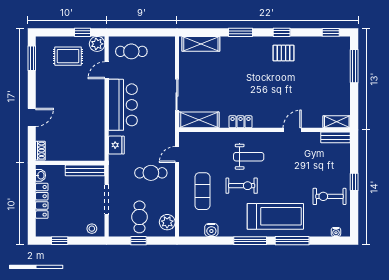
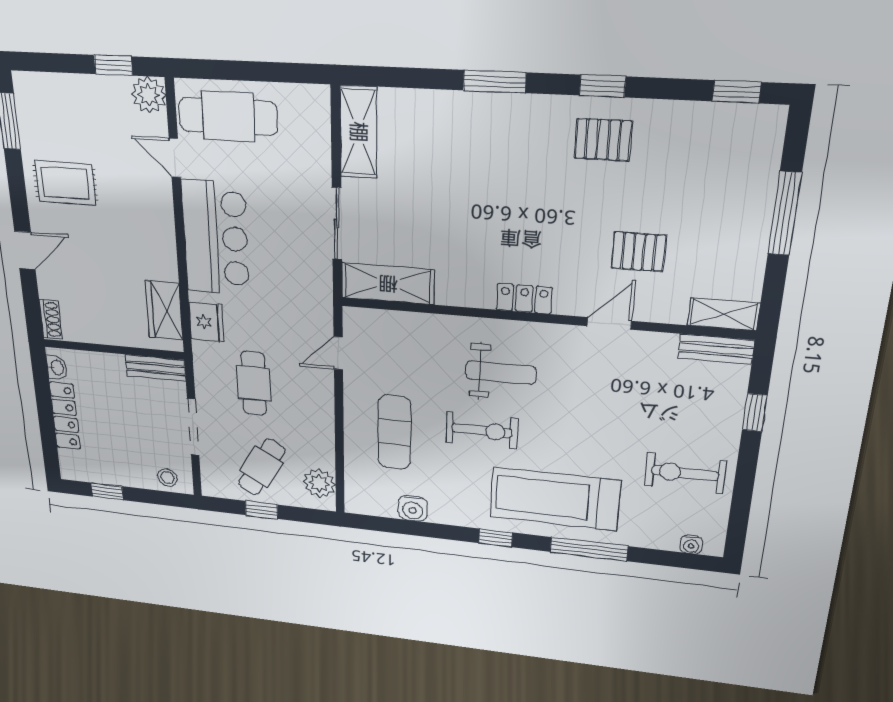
shelving: (201, 44) -> (359, 132), moved, turned 90
cafe table: (131, 51) -> (228, 117), width x1.37, depth x1.35
rug: (68, 56) -> (65, 183), moved
window: (354, 66) -> (785, 214), moved
door: (107, 70) -> (175, 158), hinge flipped
pallet: (301, 98) -> (639, 252), added
locker: (241, 122) -> (524, 299), moved
wardrobe: (97, 141) -> (164, 310), added
bench: (85, 170) -> (156, 368), width x0.73
cafe table: (151, 173) -> (254, 383), moved, turned 90
window: (354, 182) -> (755, 413), moved
treadmill: (275, 216) -> (555, 499), turned 180
cafe table: (139, 217) -> (262, 467), turned 30
window: (250, 241) -> (496, 538), width x0.46

